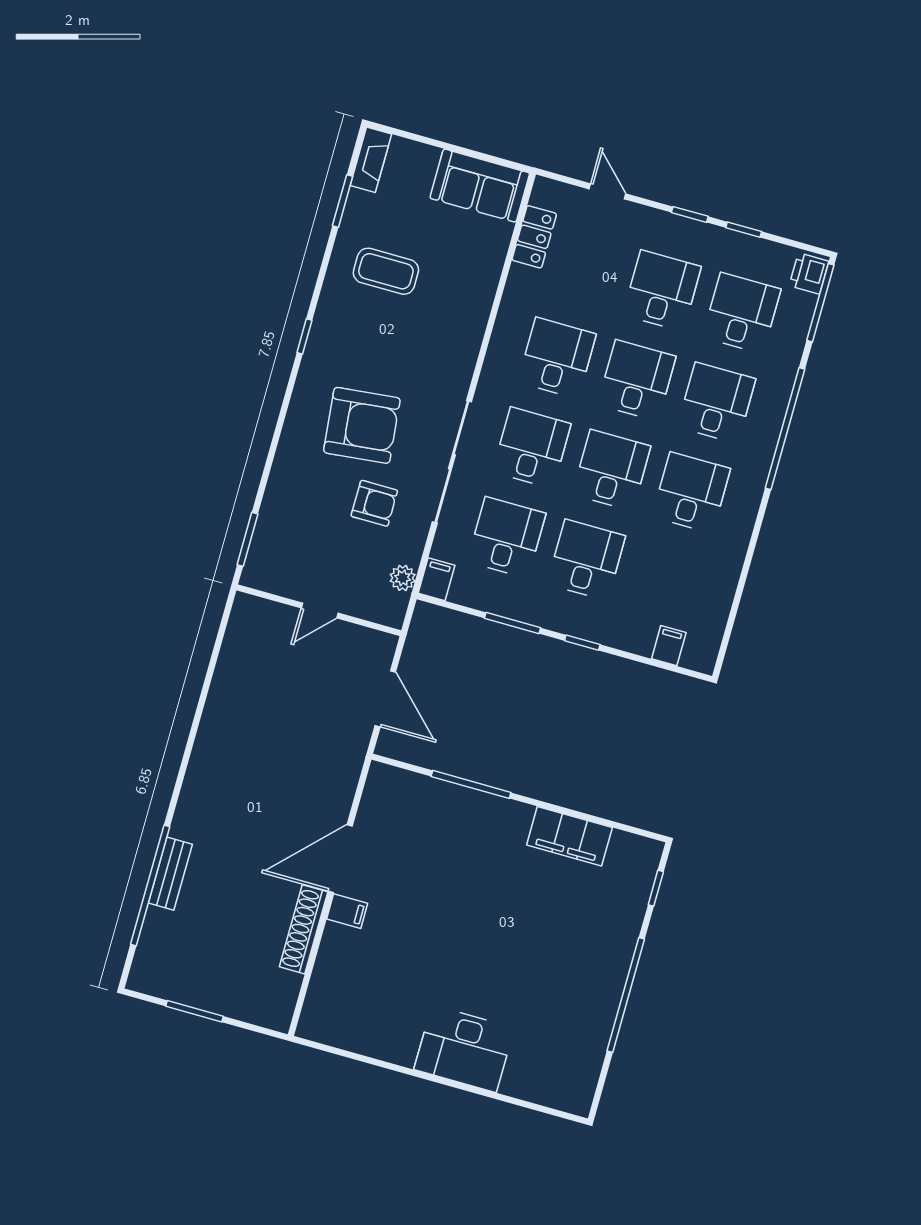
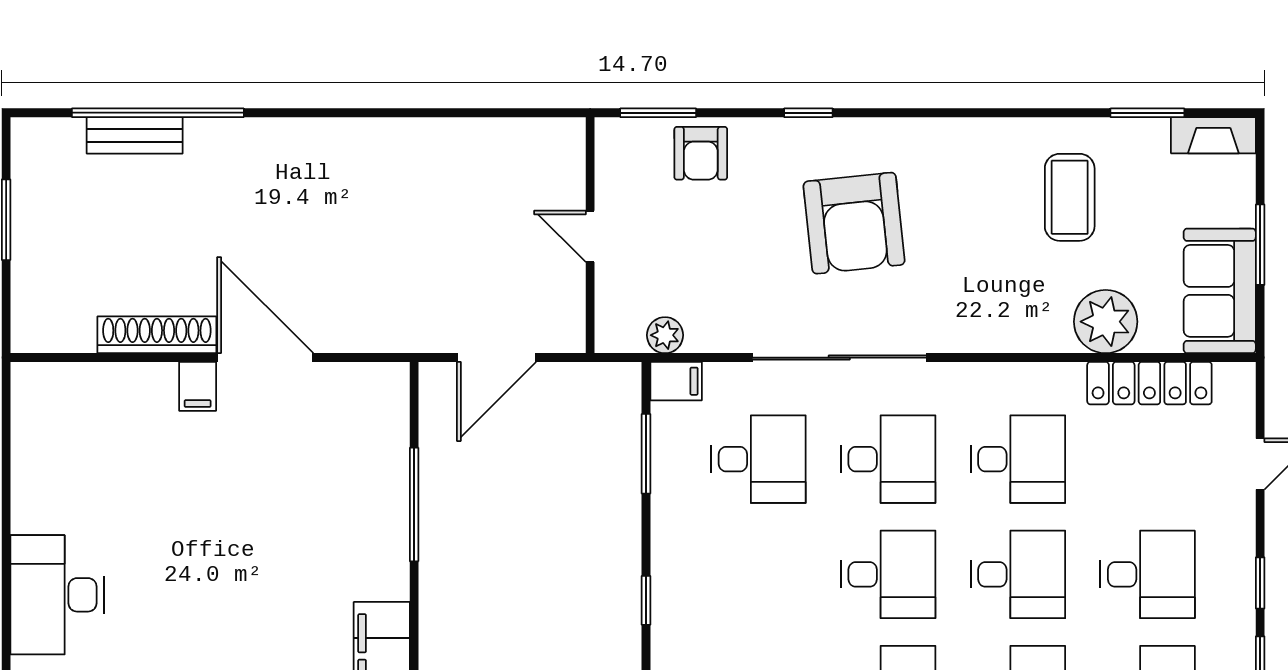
window: (456, 149) -> (1260, 245), added
locker: (534, 237) -> (1149, 383), width x1.53
plant: (479, 270) -> (1106, 322), added
window: (304, 336) -> (808, 113), moved
armchair: (374, 503) -> (701, 153), moved
desk: (586, 560) -> (758, 574), removed
window: (512, 623) -> (646, 454), moved
bench: (170, 874) -> (135, 135), moved

